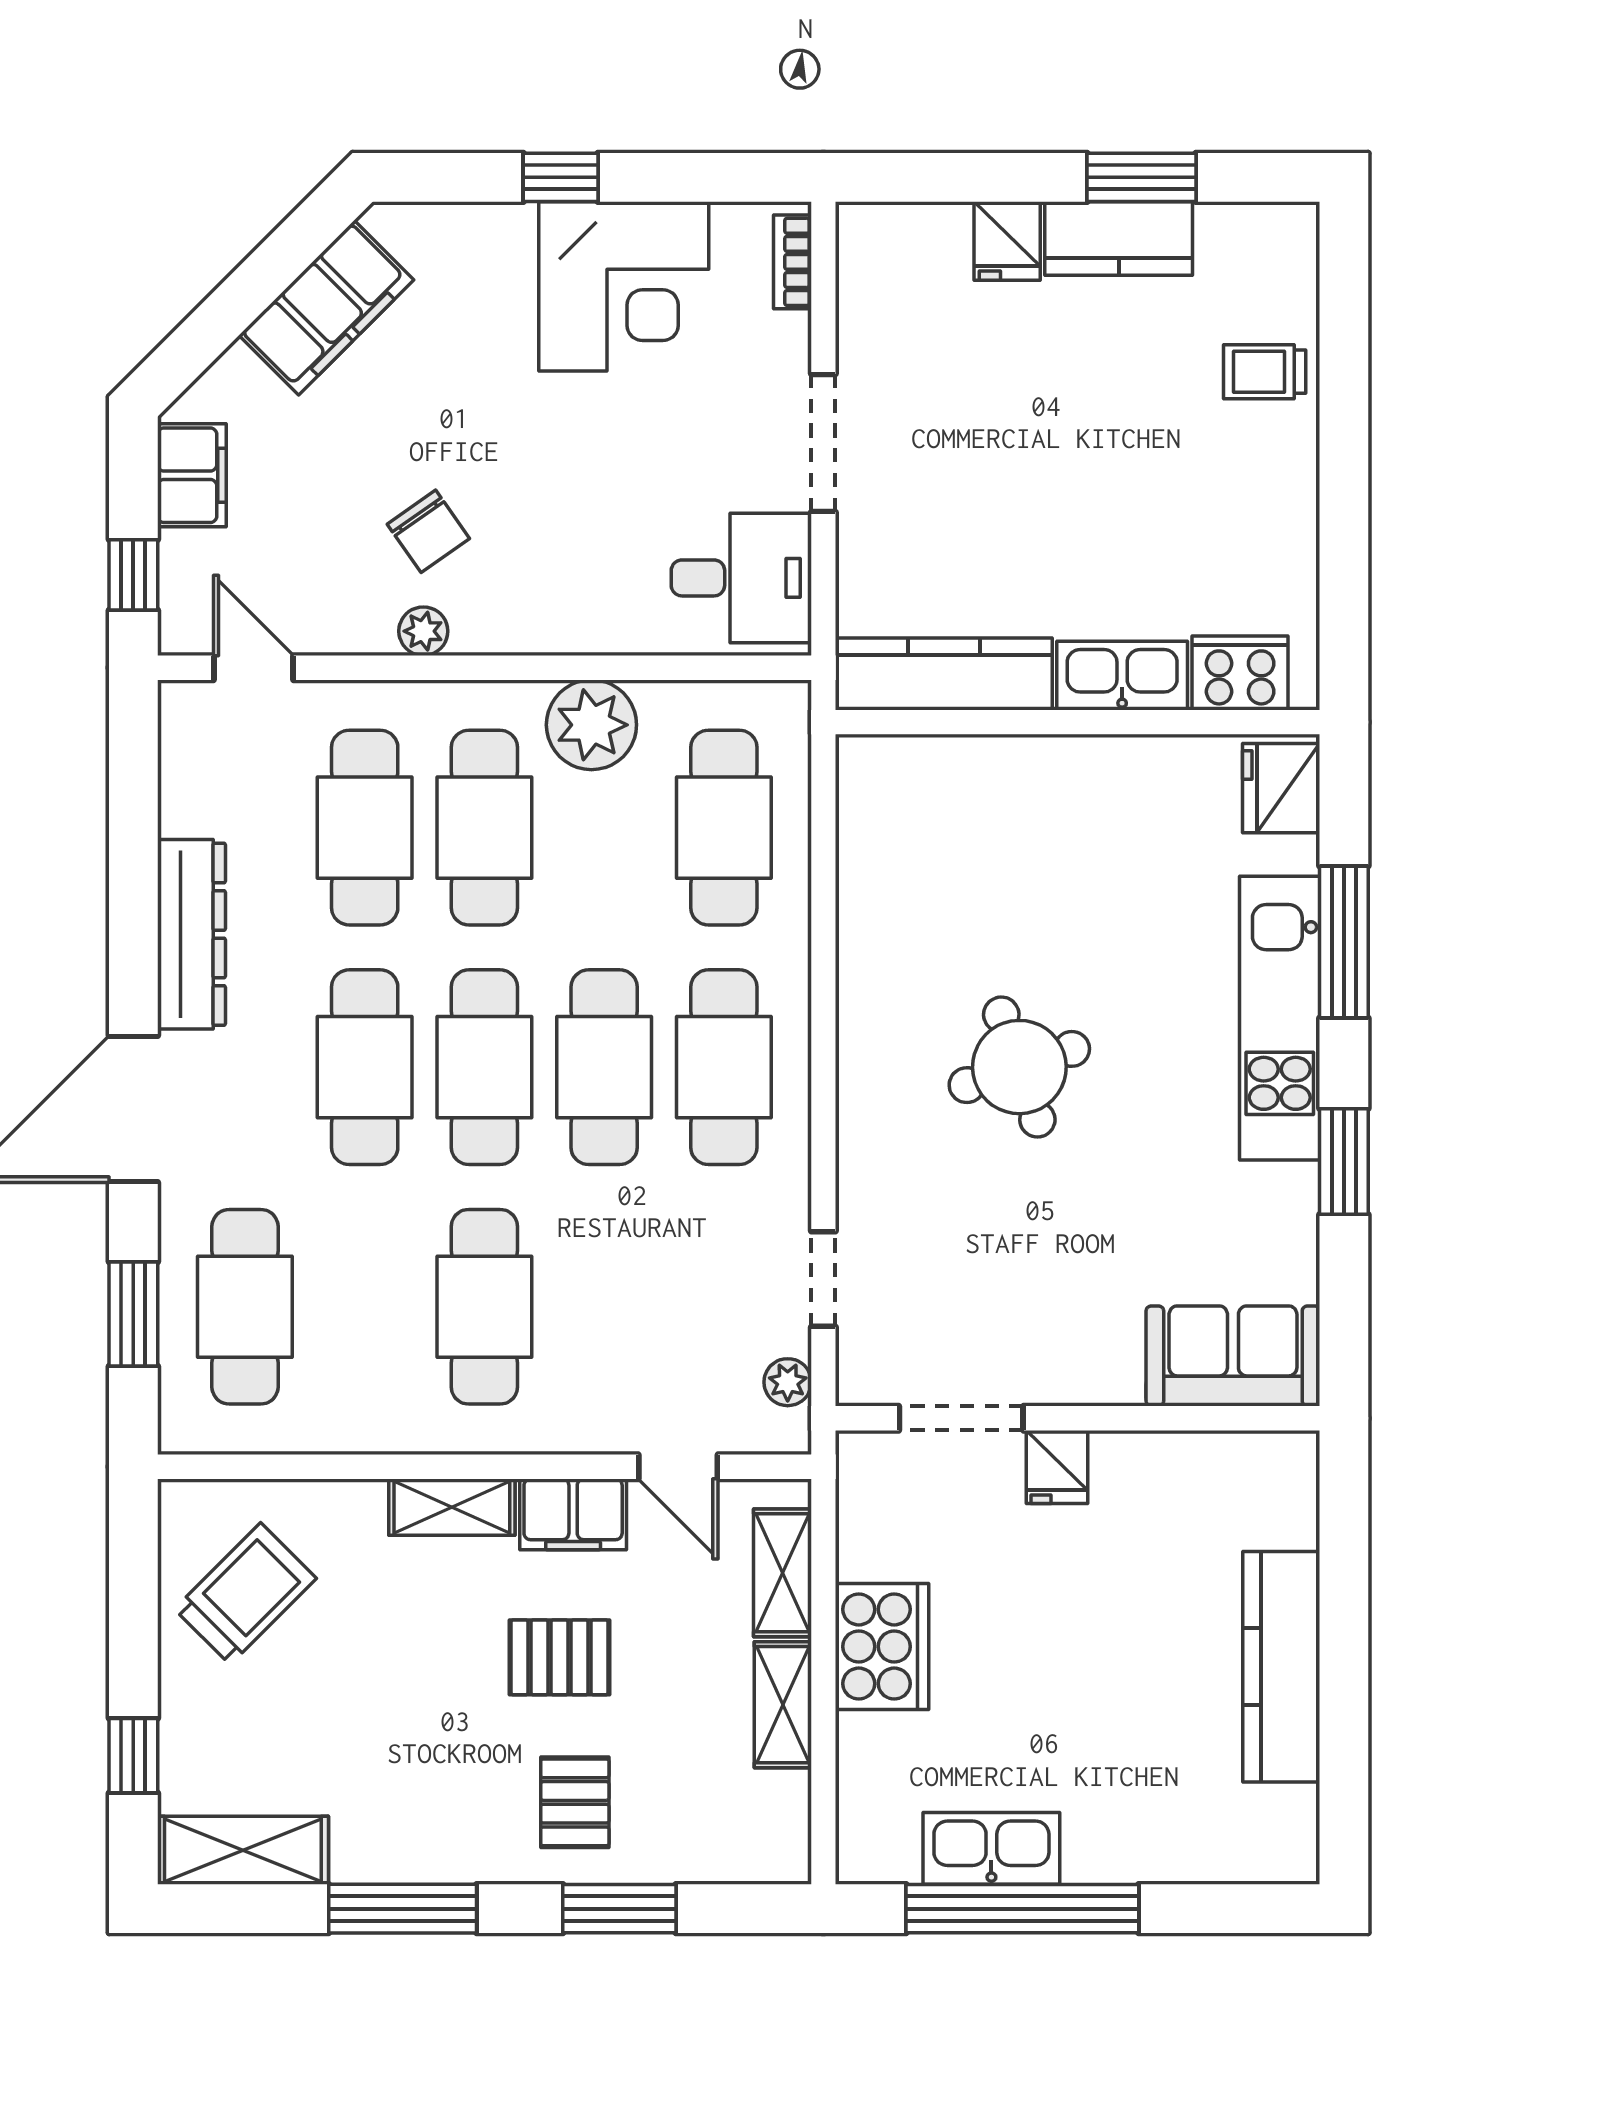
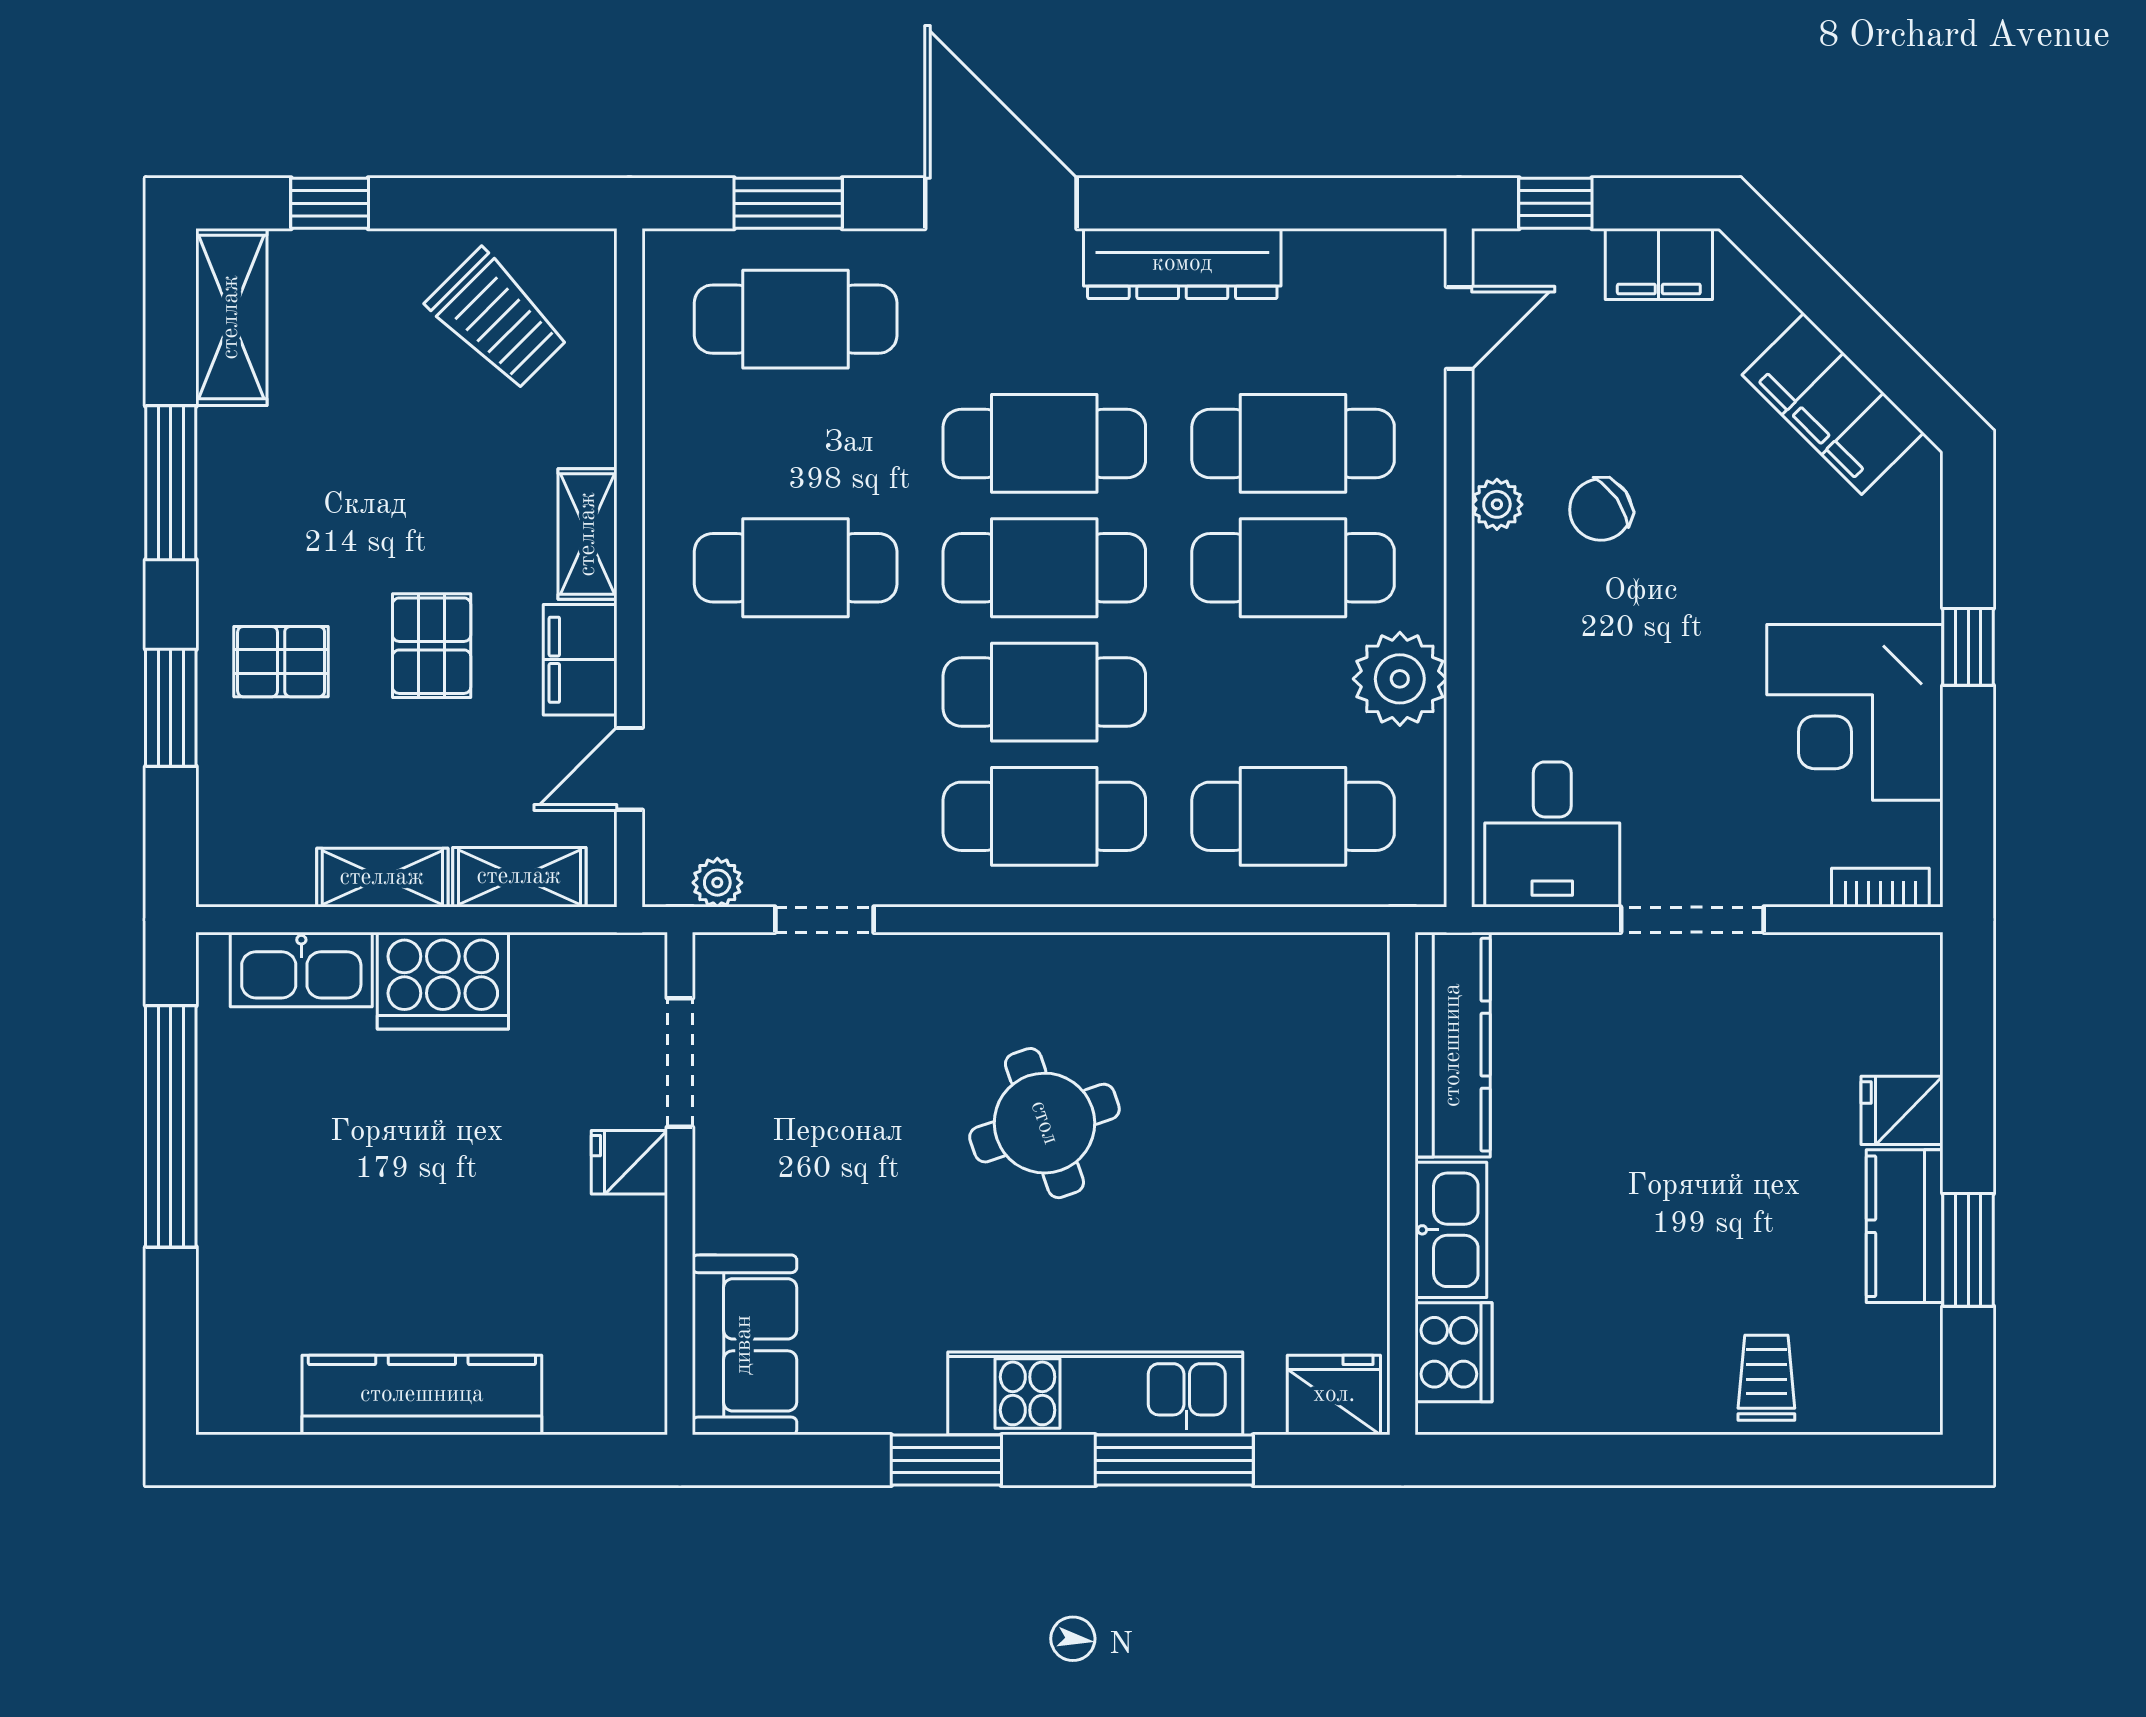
kitchen sink: (991, 1848) -> (301, 970), moved, turned 90

